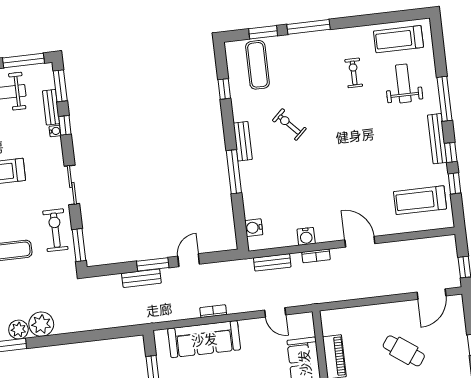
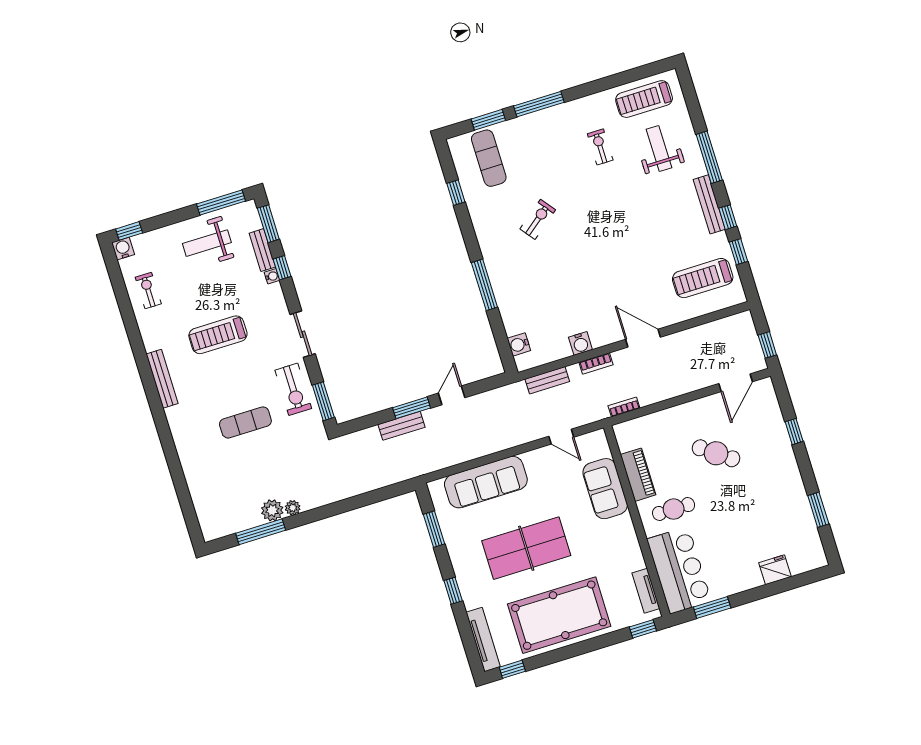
exercise bike: (289, 124) -> (538, 219), turned 95
bench: (243, 141) -> (488, 248), removed
exercise bike: (55, 230) -> (293, 389), turned 180
bookcase: (213, 311) -> (624, 407), moved
plant: (41, 324) -> (293, 508), width x0.53, depth x0.53

